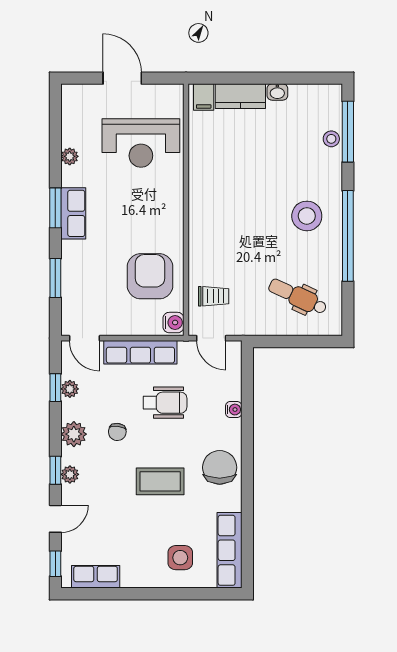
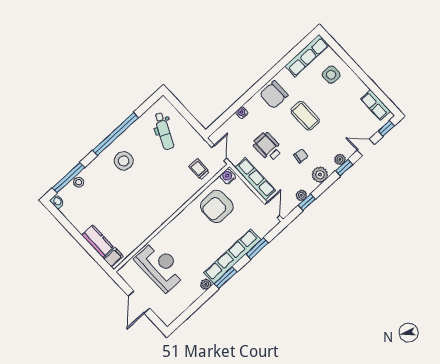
washbasin: (277, 92) -> (57, 202), moved
plant: (70, 156) -> (206, 284), moved
row of seats: (73, 213) -> (232, 256), width x2.02

